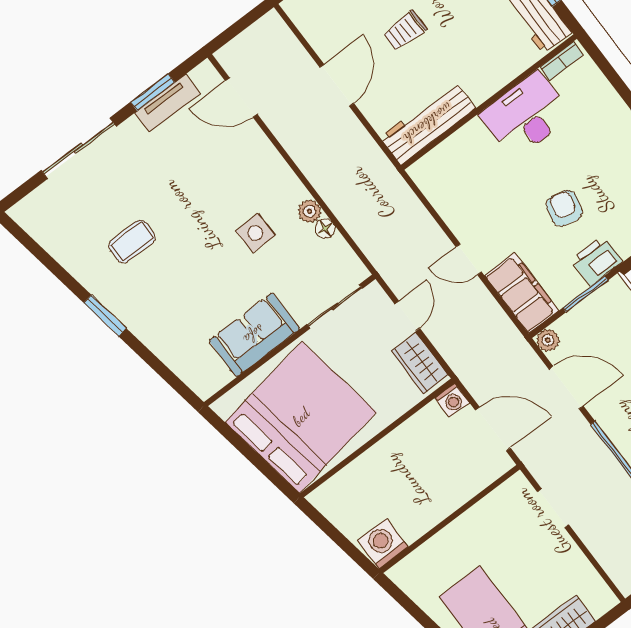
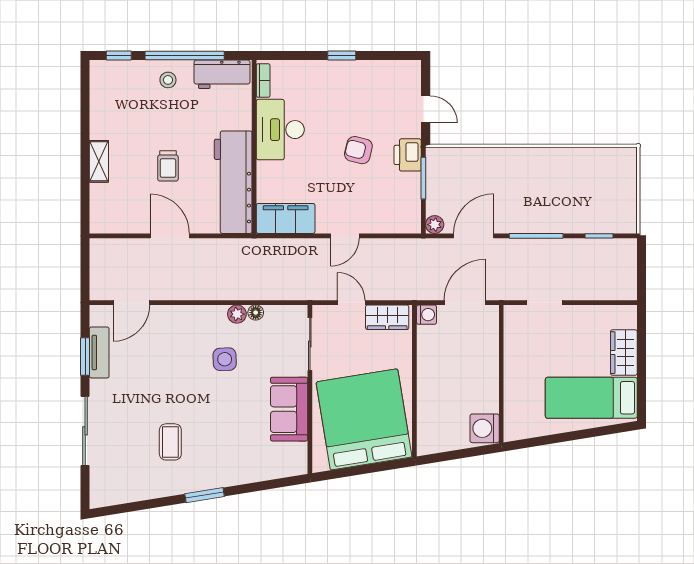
workbench: (428, 123) -> (233, 182), width x1.36, depth x1.32
filing cabinet: (522, 293) -> (286, 218), moved

